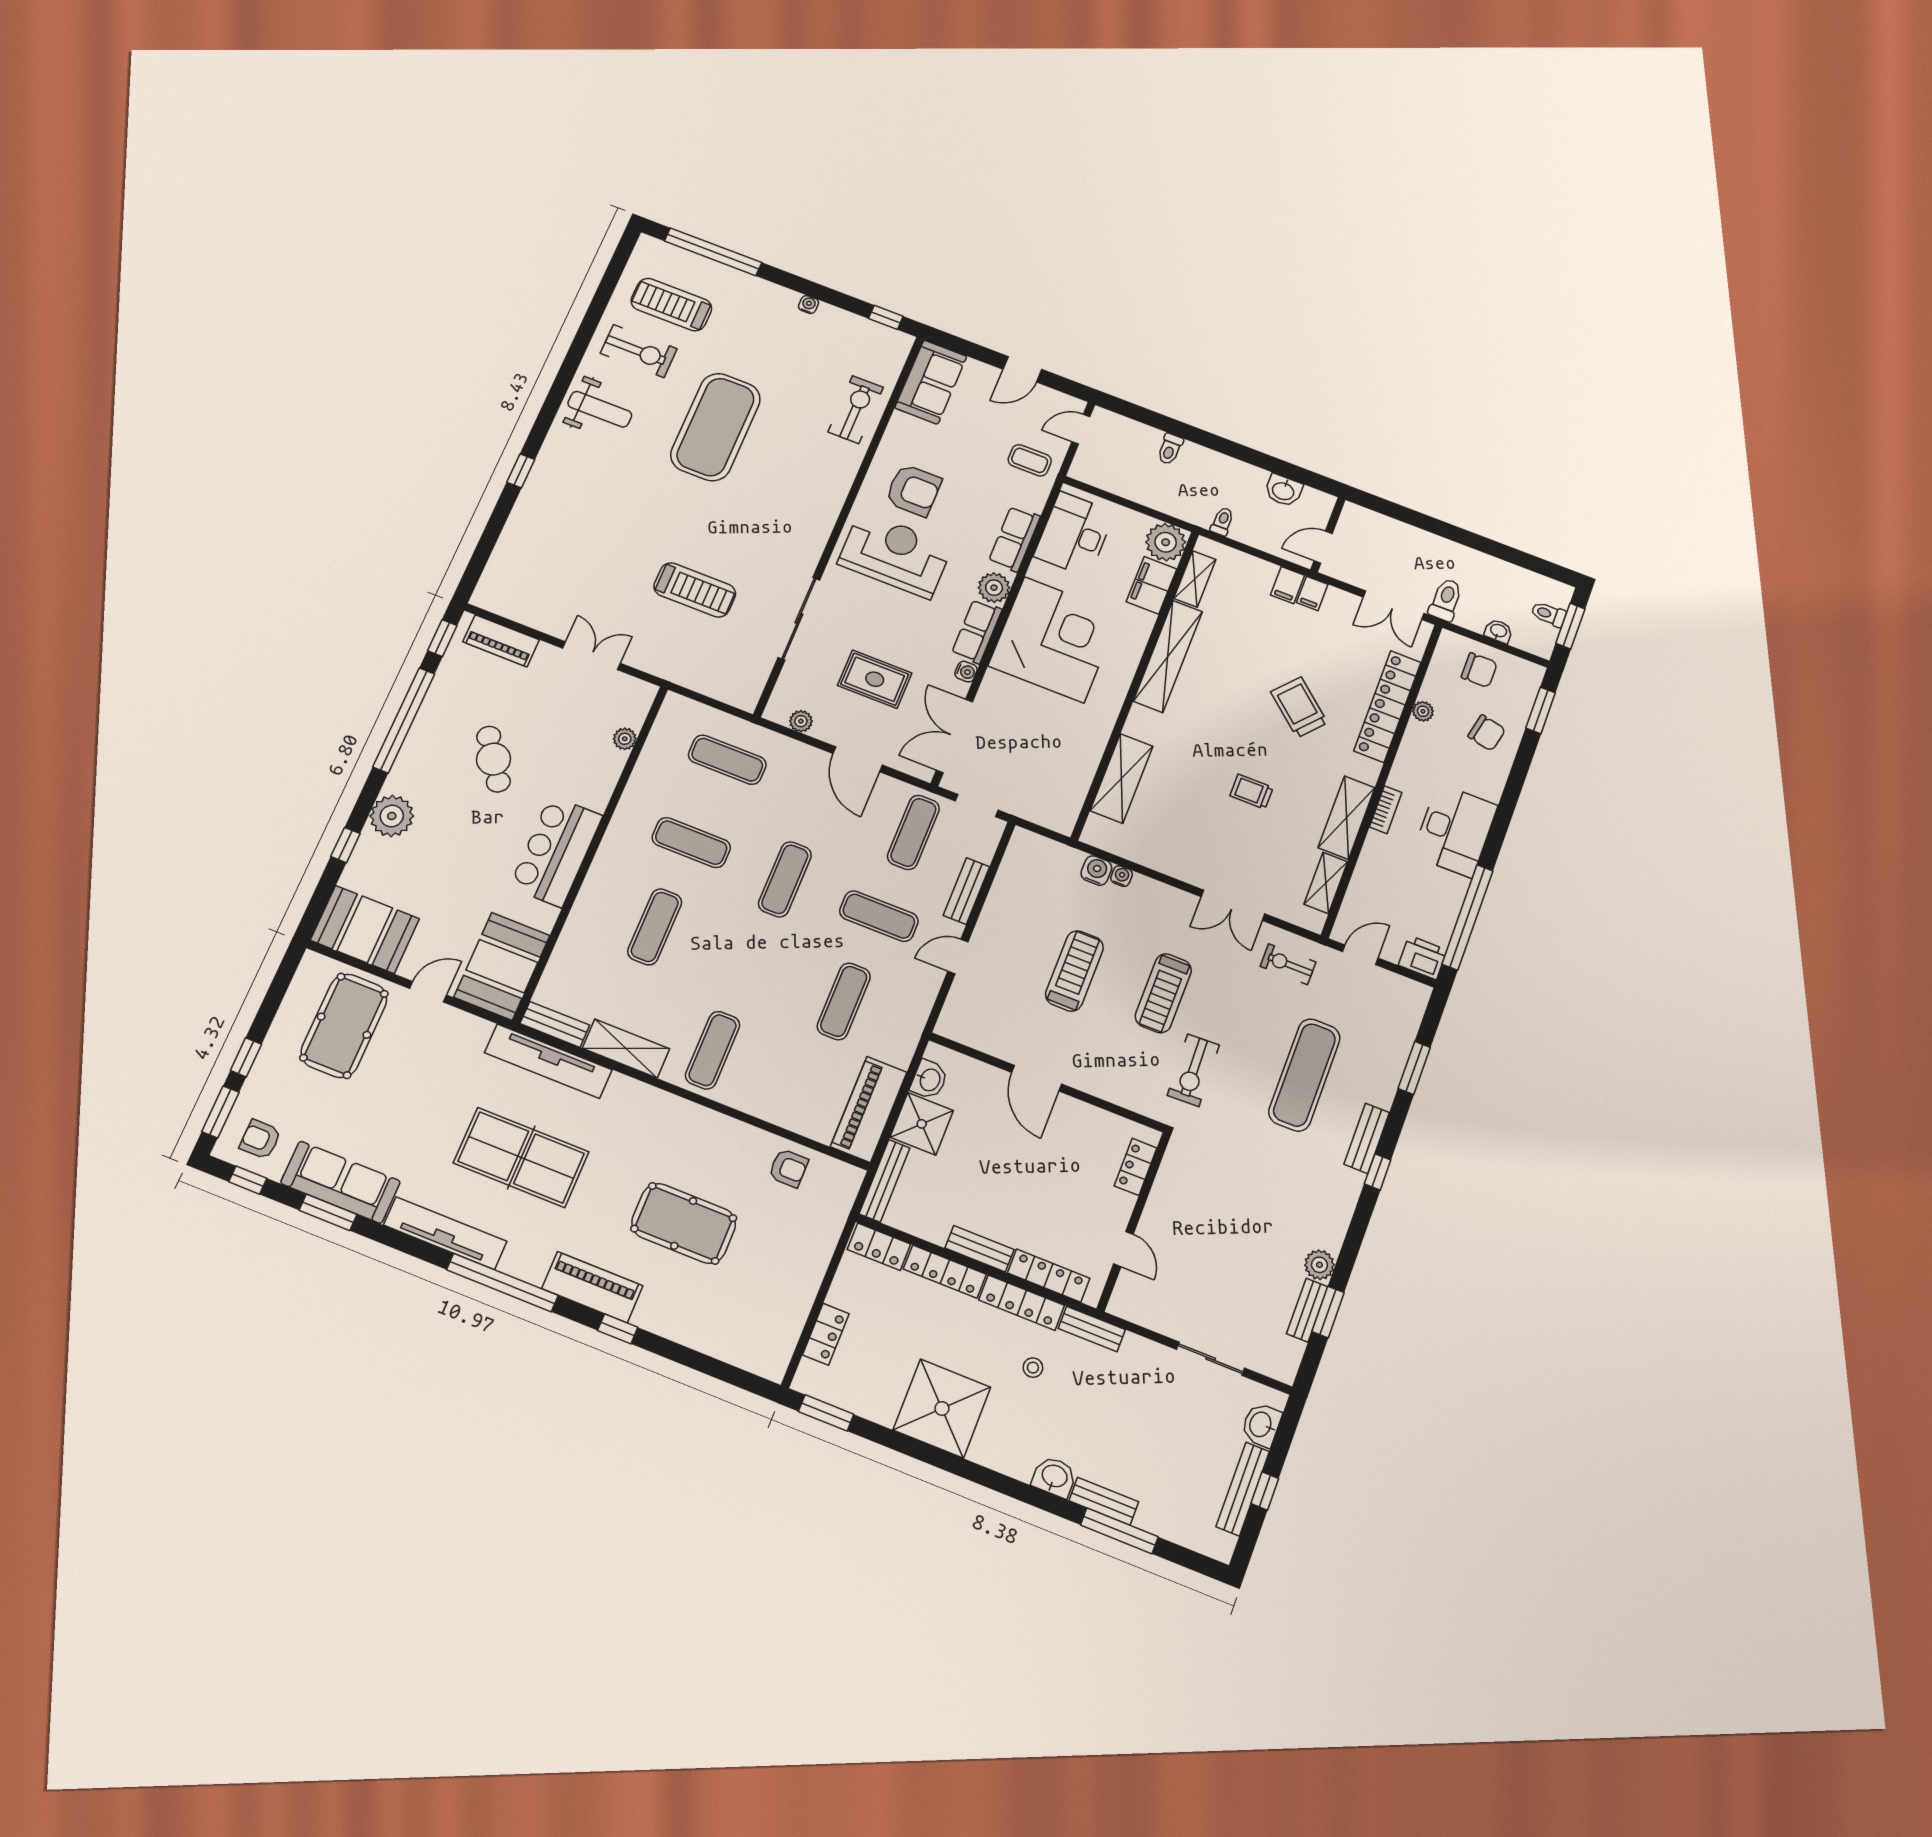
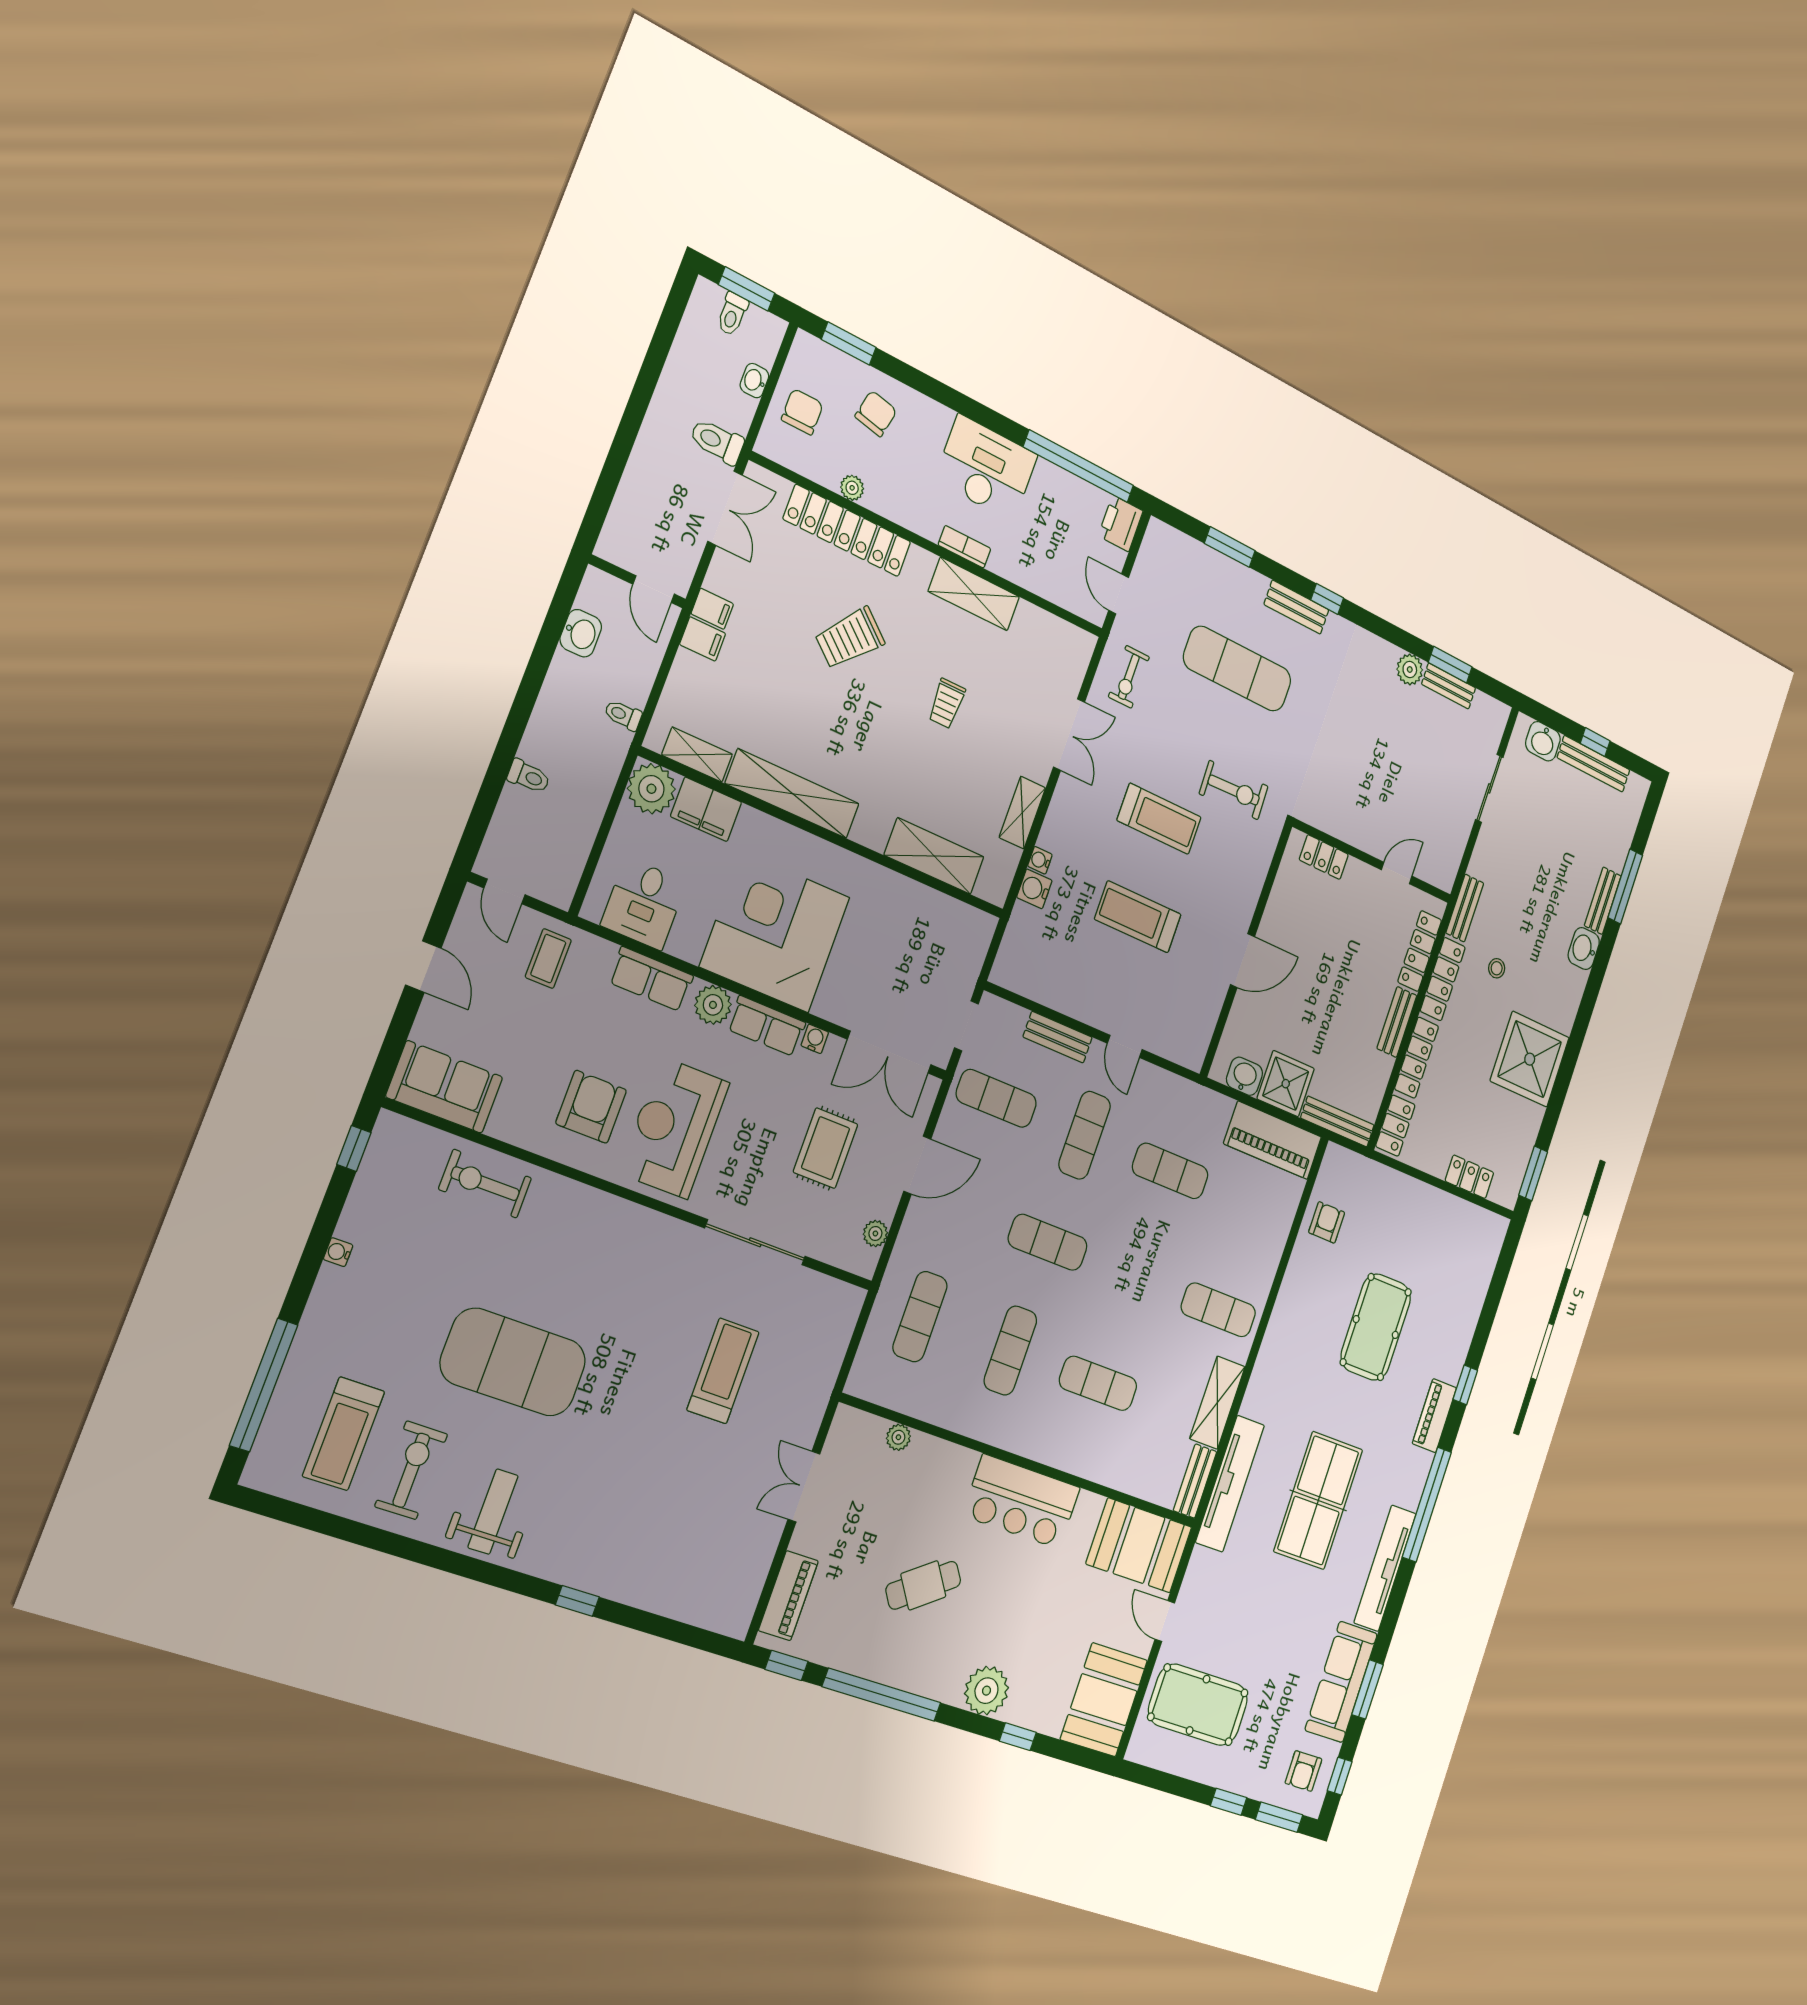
desk: (1074, 534) -> (644, 904), width x0.73
shelving: (1326, 883) -> (1022, 813), moved, turned 90
piano: (592, 1287) -> (1434, 1416), width x0.73, depth x0.75

